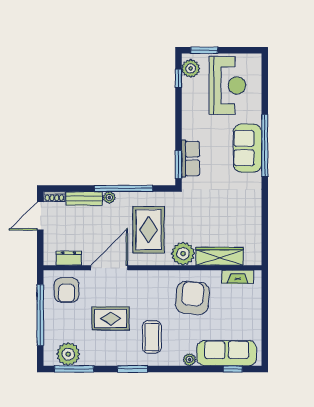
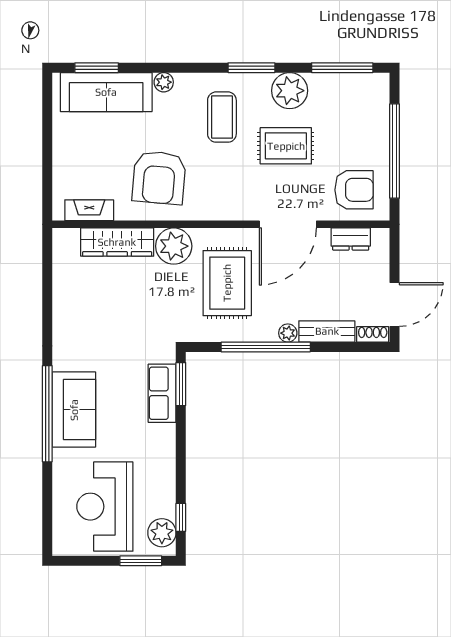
armchair: (67, 290) -> (354, 190), turned 90
plant: (68, 354) -> (290, 91), moved
window: (233, 369) -> (97, 68), width x1.50

